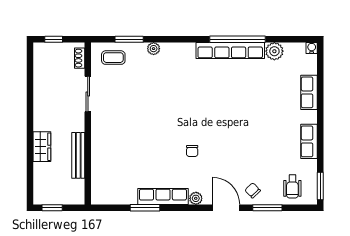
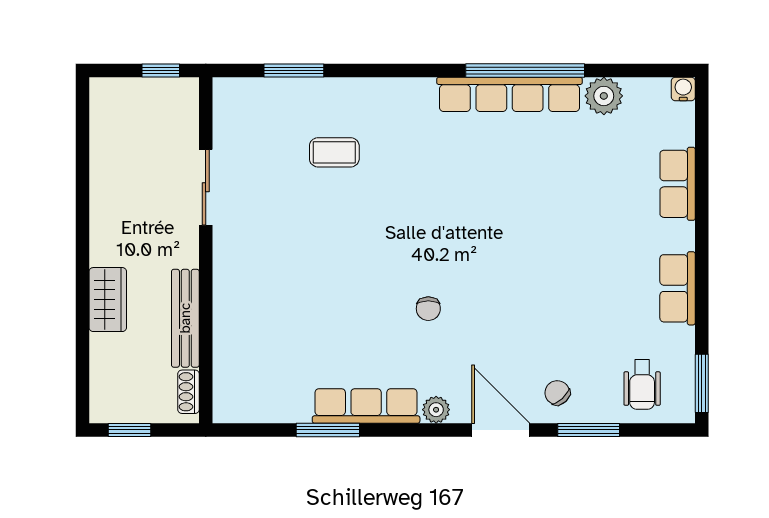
window: (54, 39) -> (161, 70), moved
plant: (154, 49) -> (346, 90), removed
shoe rack: (80, 58) -> (188, 392), moved
coffee table: (113, 58) -> (334, 152), moved

